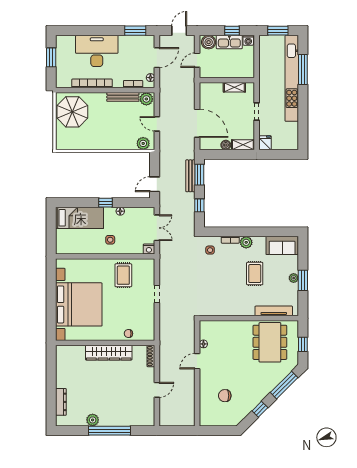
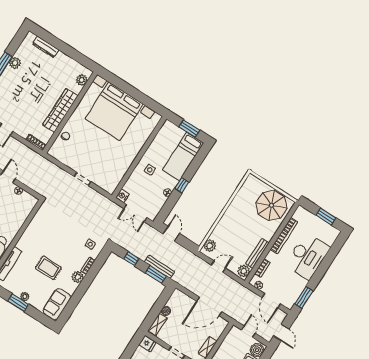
door: (197, 123) -> (209, 306), moved
window: (51, 228) -> (189, 129), added
rug: (123, 275) -> (115, 162), removed
plant: (70, 351) -> (82, 80), added

